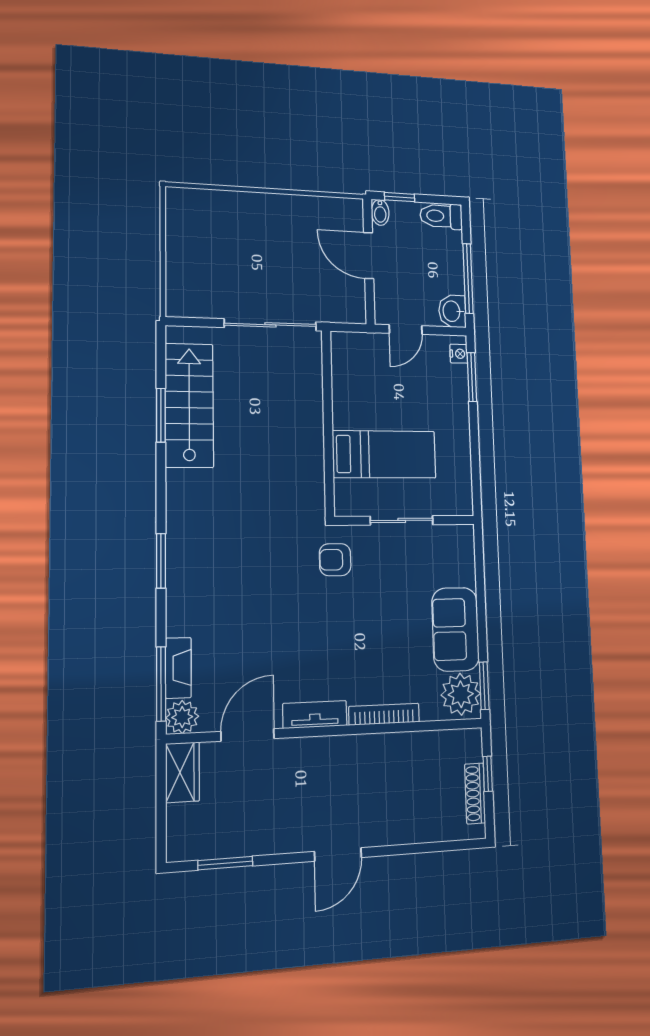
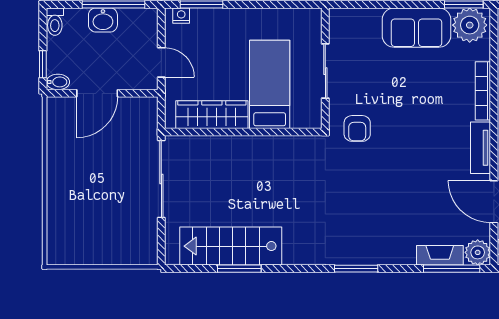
toilet: (441, 216) -> (55, 22), width x0.73, depth x0.72
washbasin: (452, 311) -> (103, 20), moved
wardrobe: (347, 386) -> (212, 115), added

